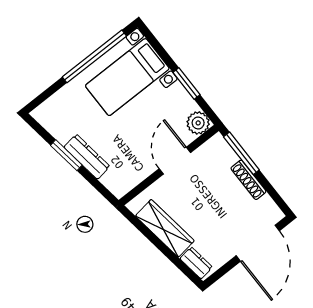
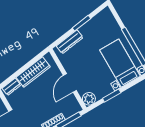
dresser: (87, 157) -> (70, 42), moved
door: (175, 161) -> (70, 83), swing flipped

